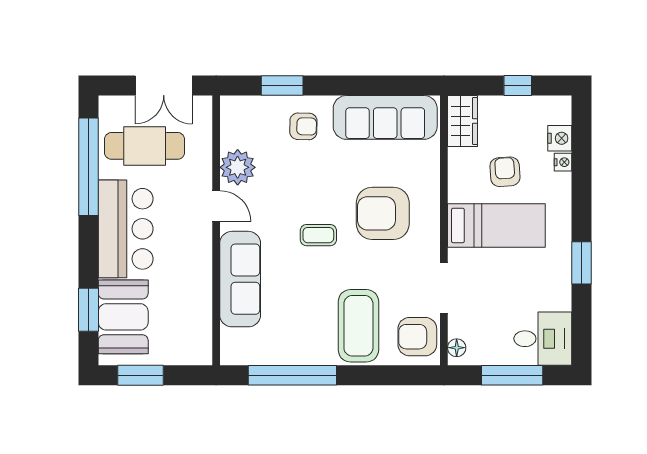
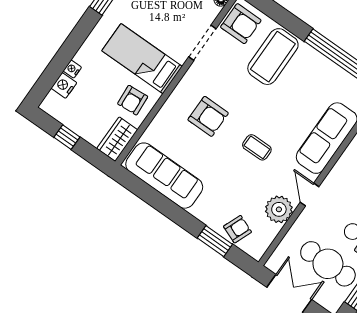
armchair: (303, 126) -> (238, 229), moved, turned 111
armchair: (505, 172) -> (133, 100), moved
armchair: (383, 213) -> (208, 116), width x0.73, depth x0.73
coffee table: (318, 235) -> (257, 147), moved

